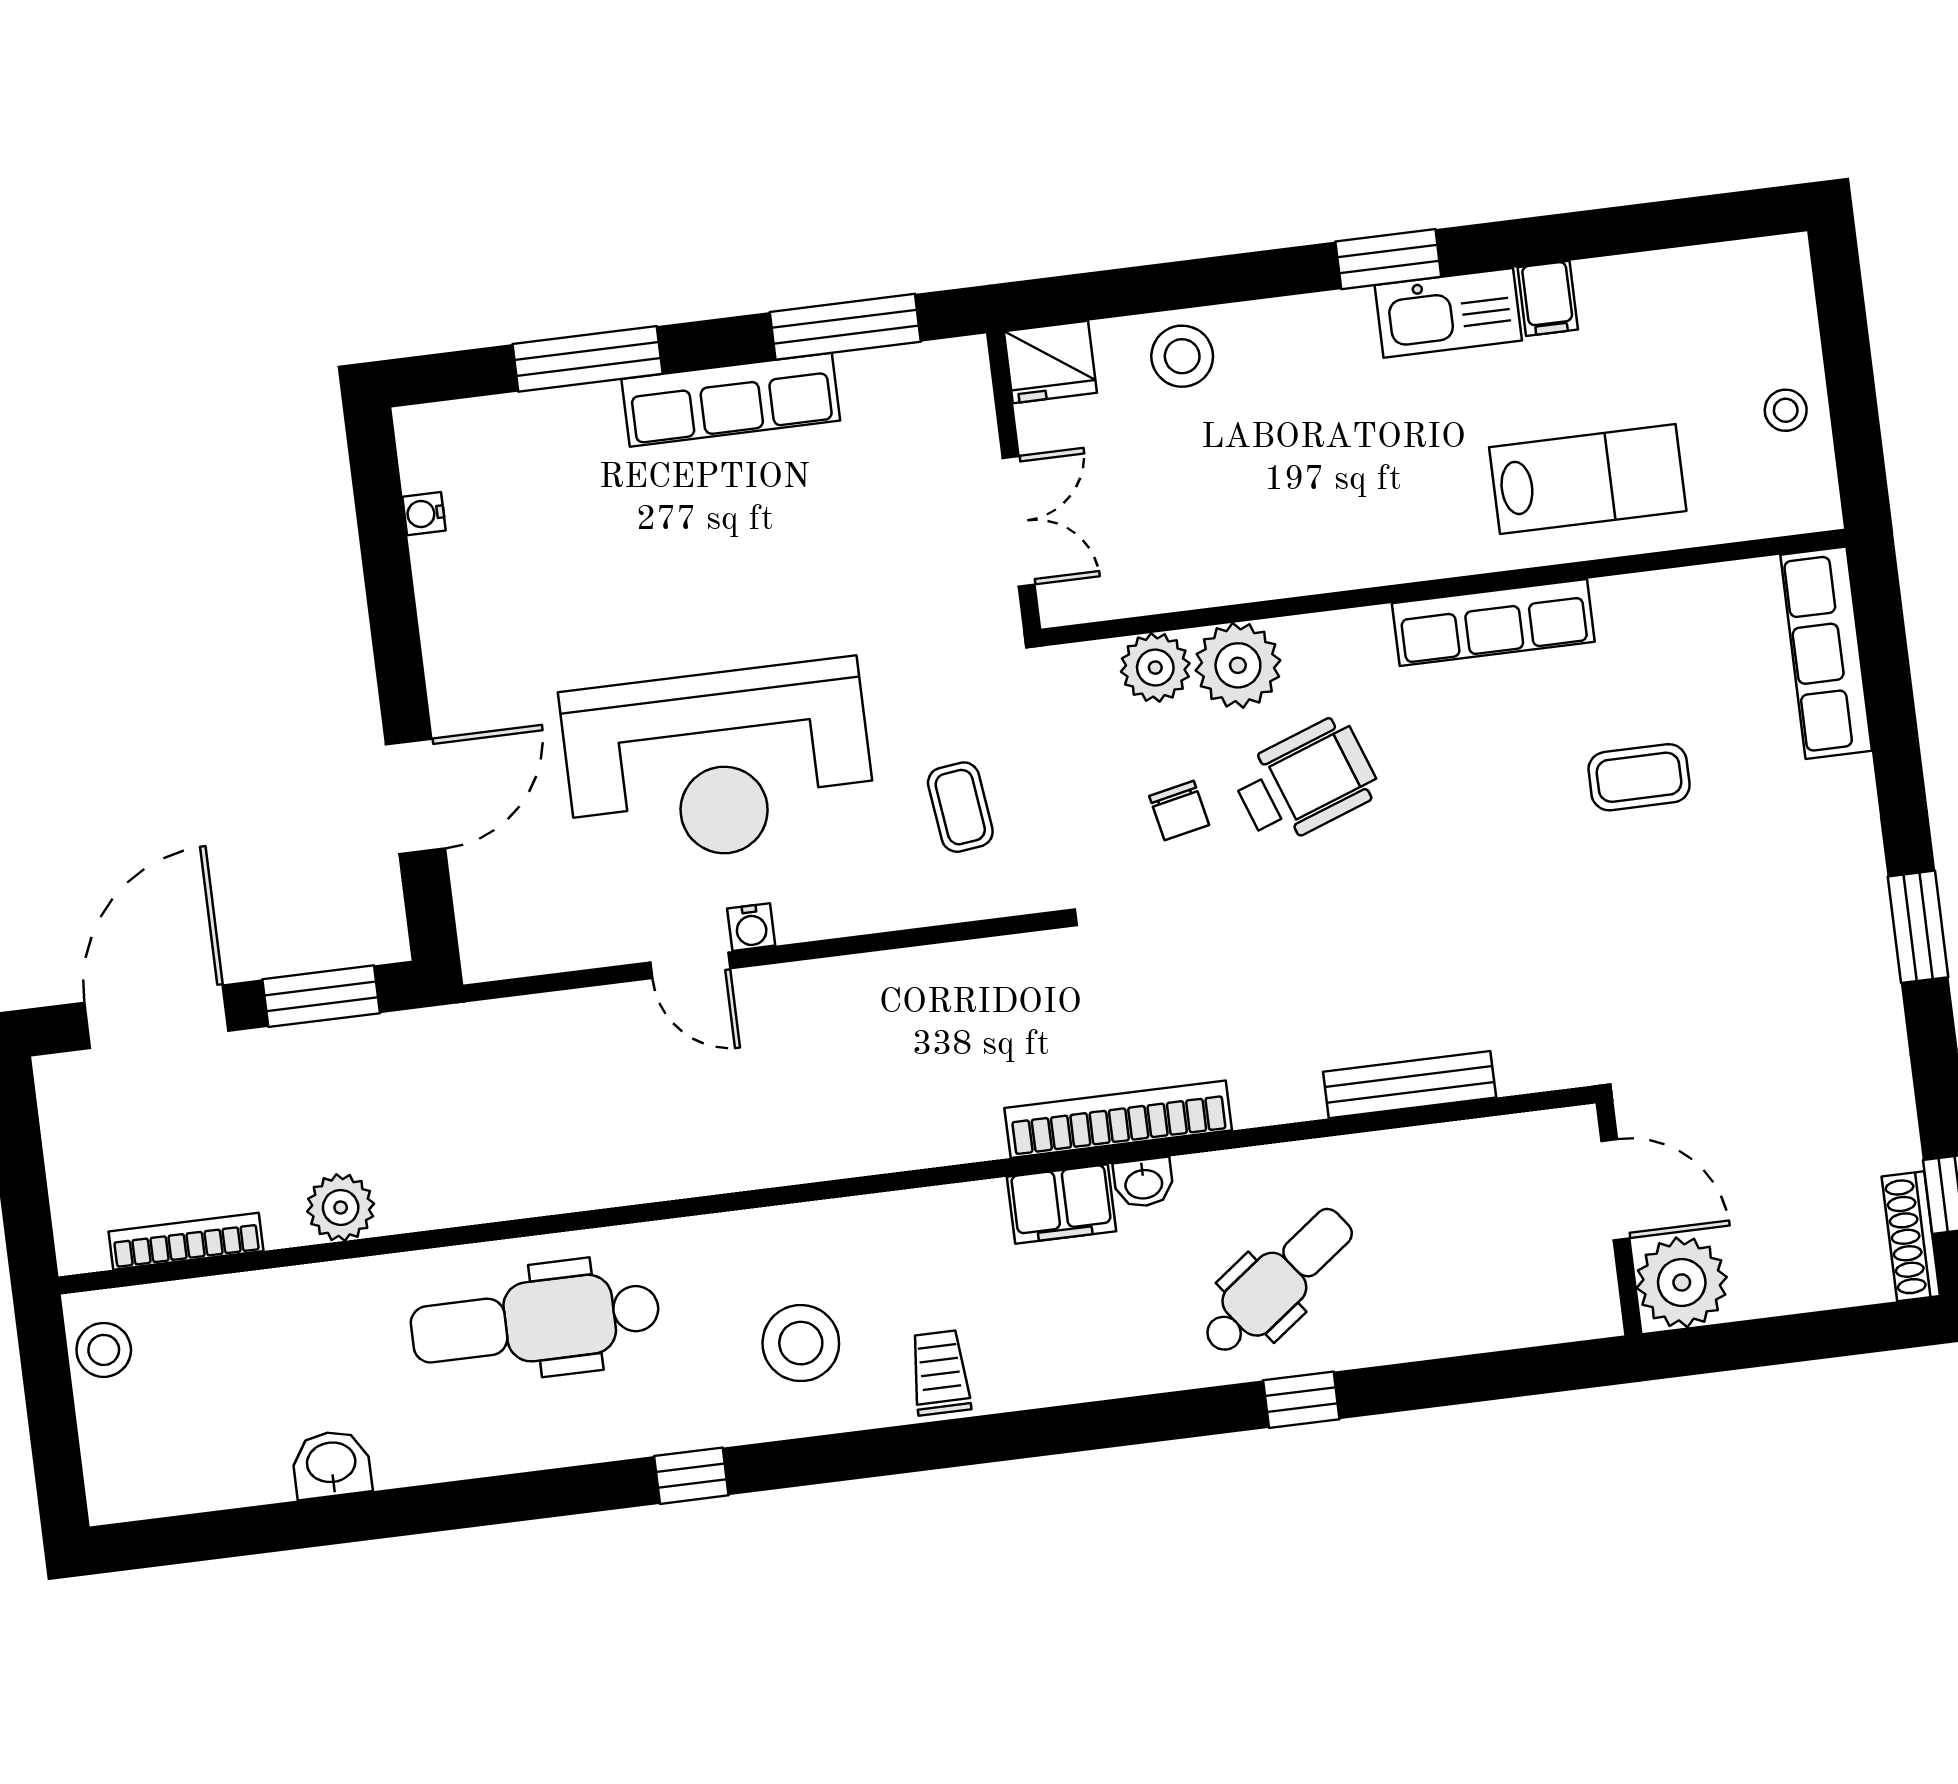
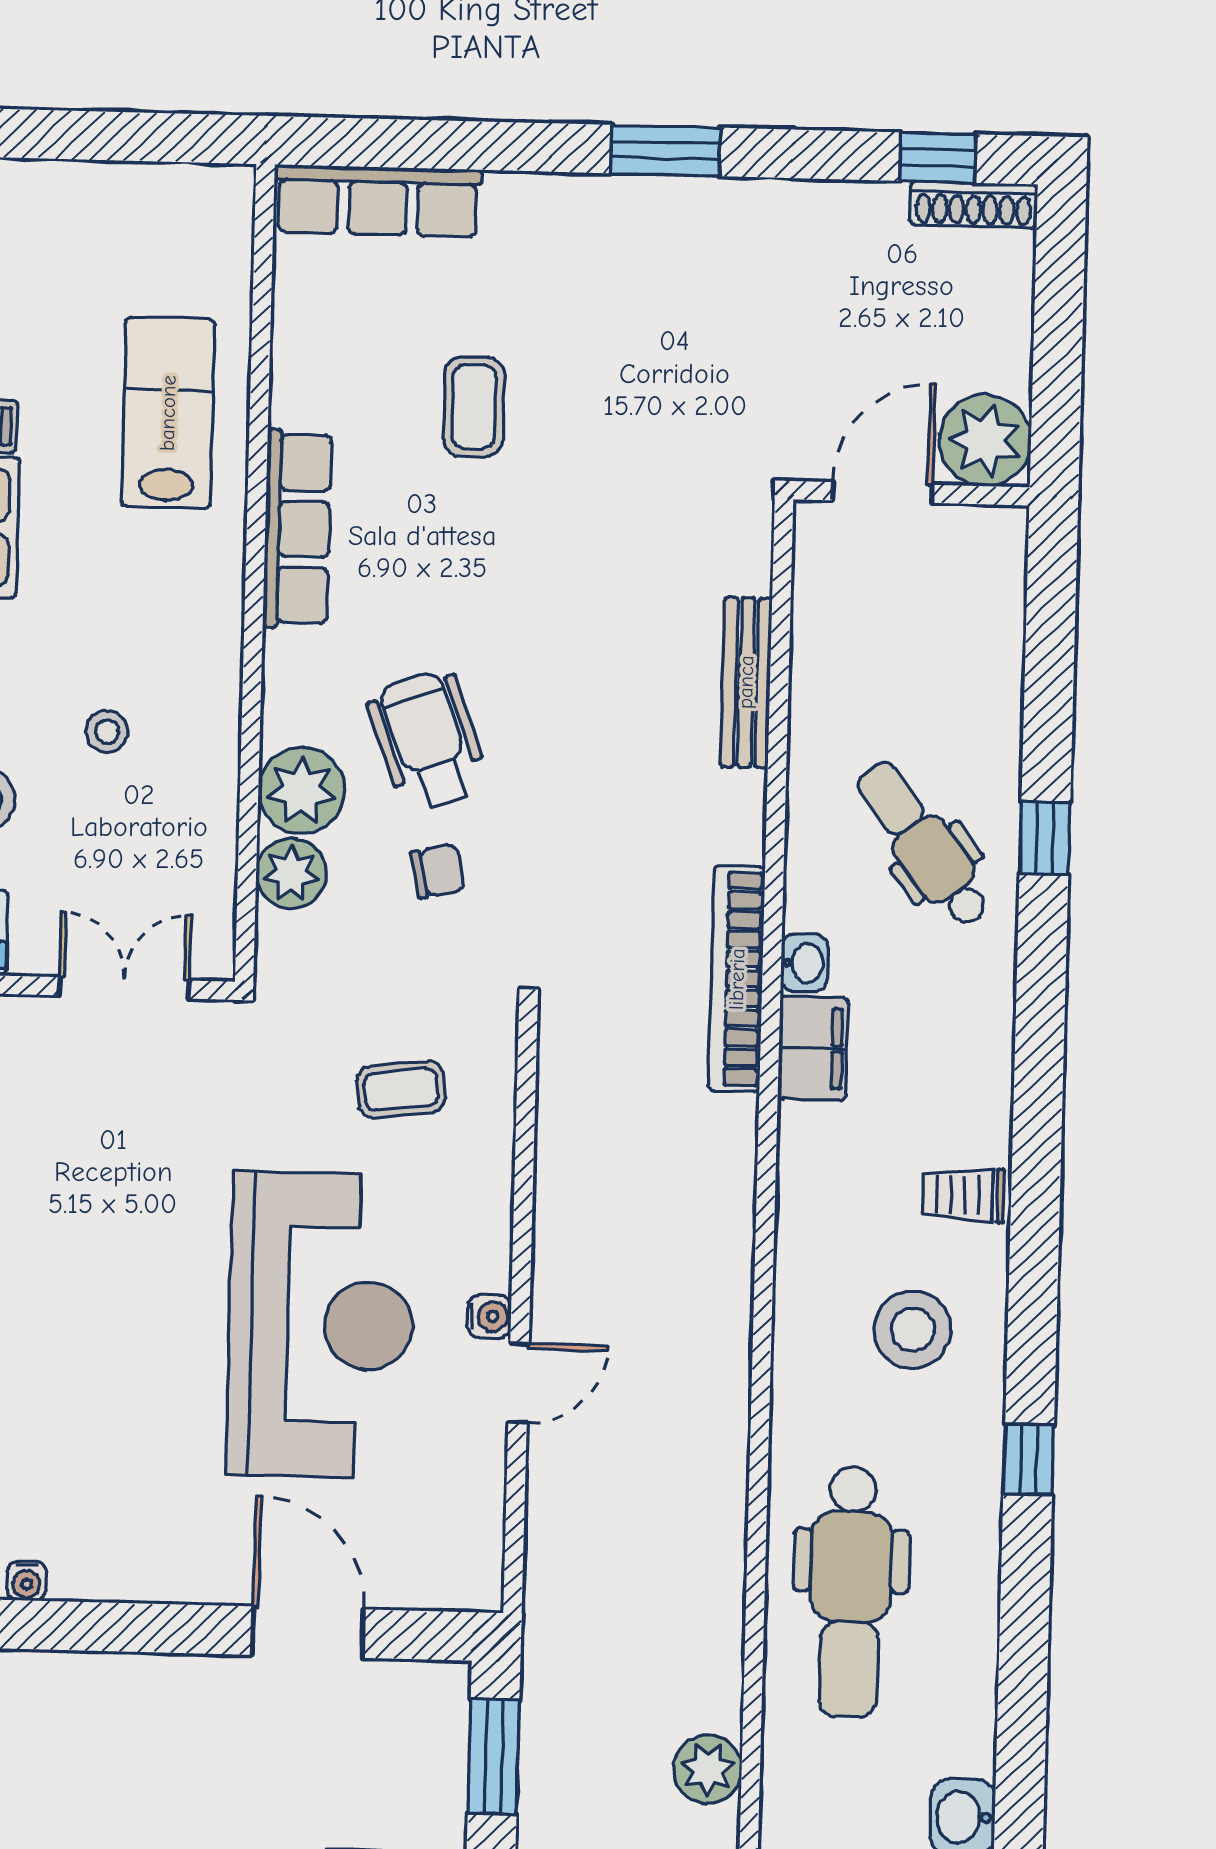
stool: (1786, 410) -> (107, 732), moved

